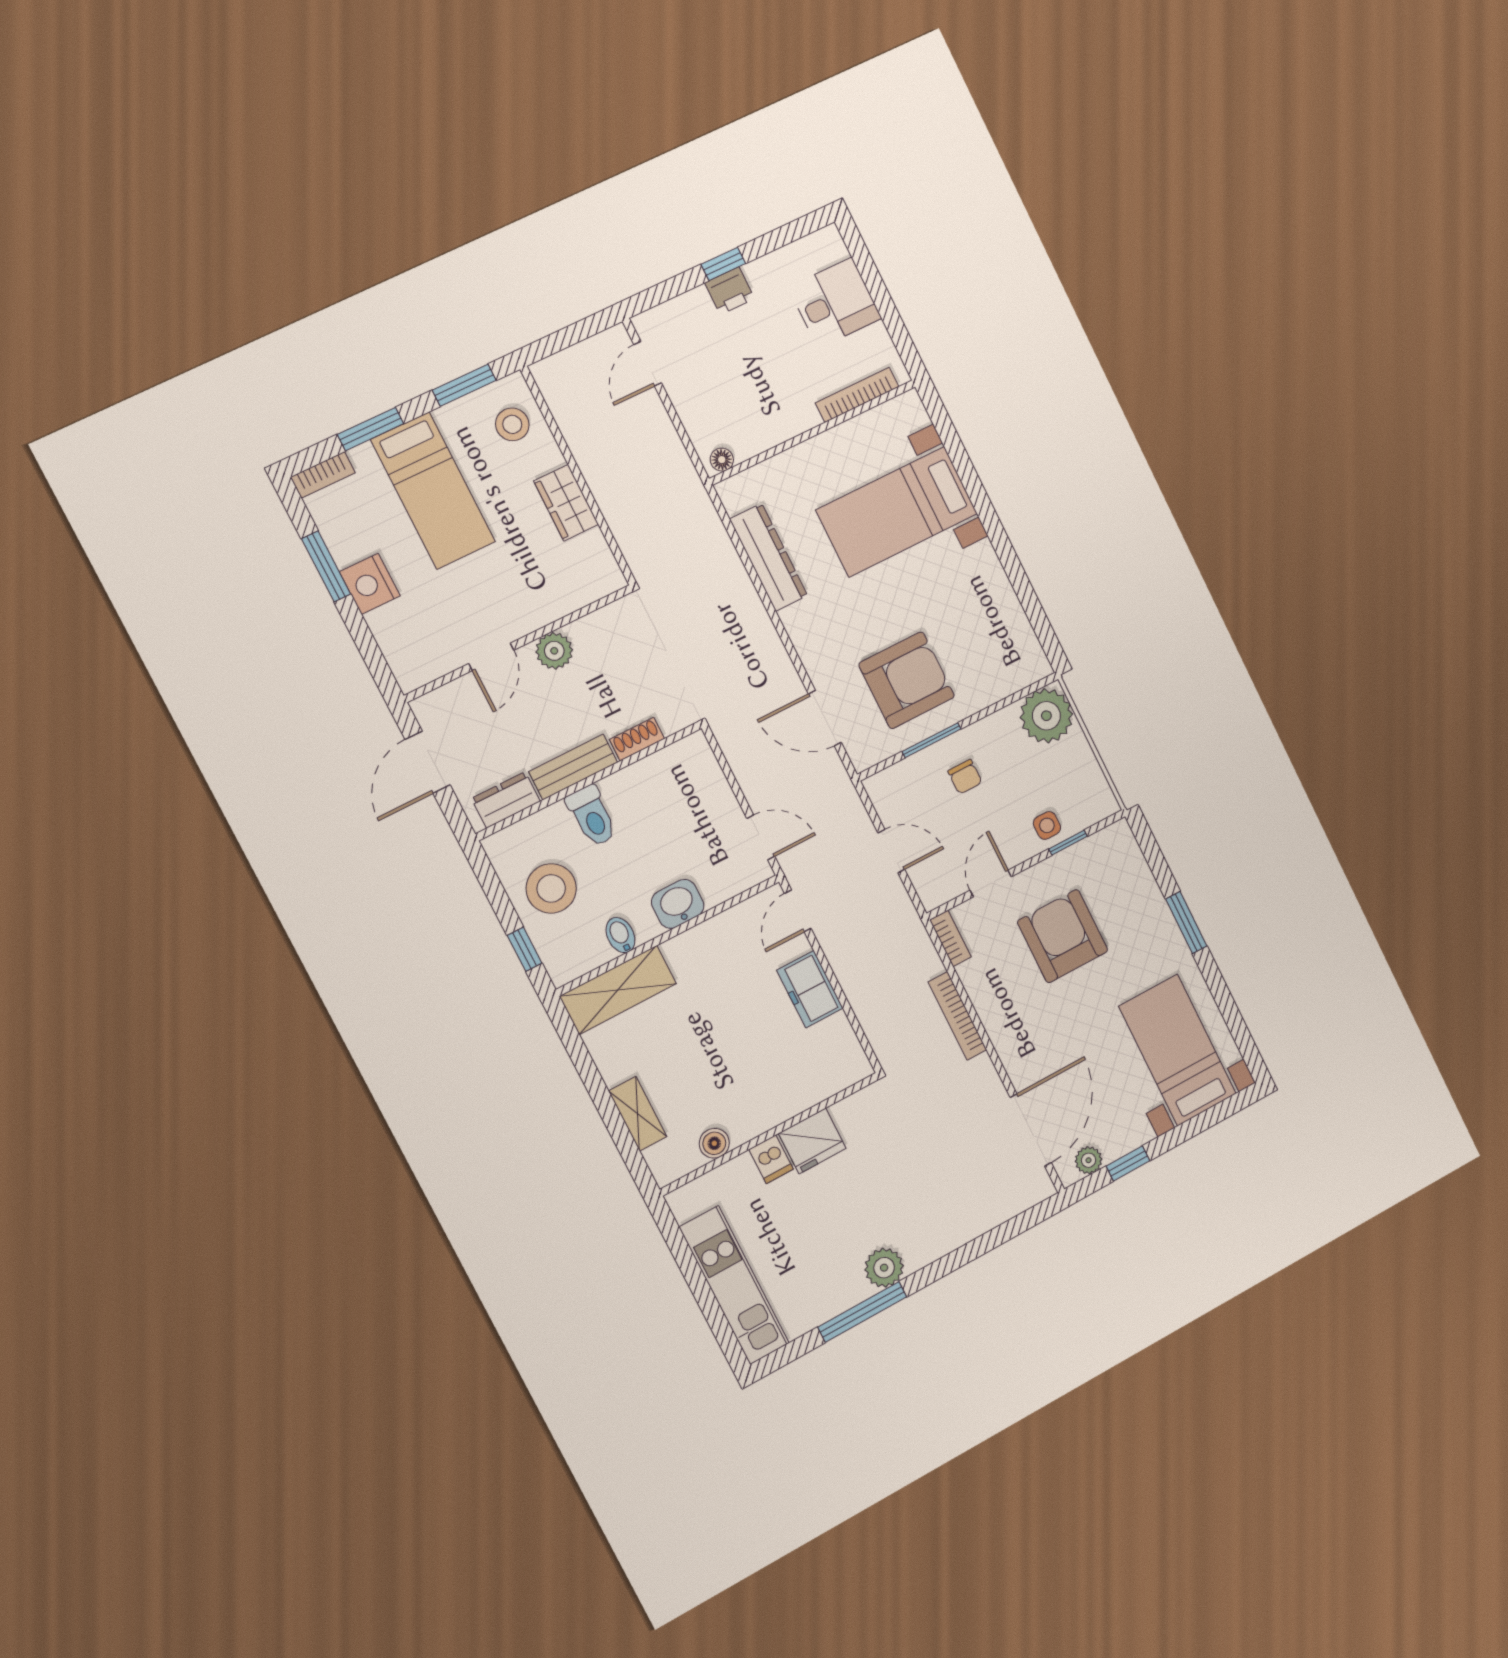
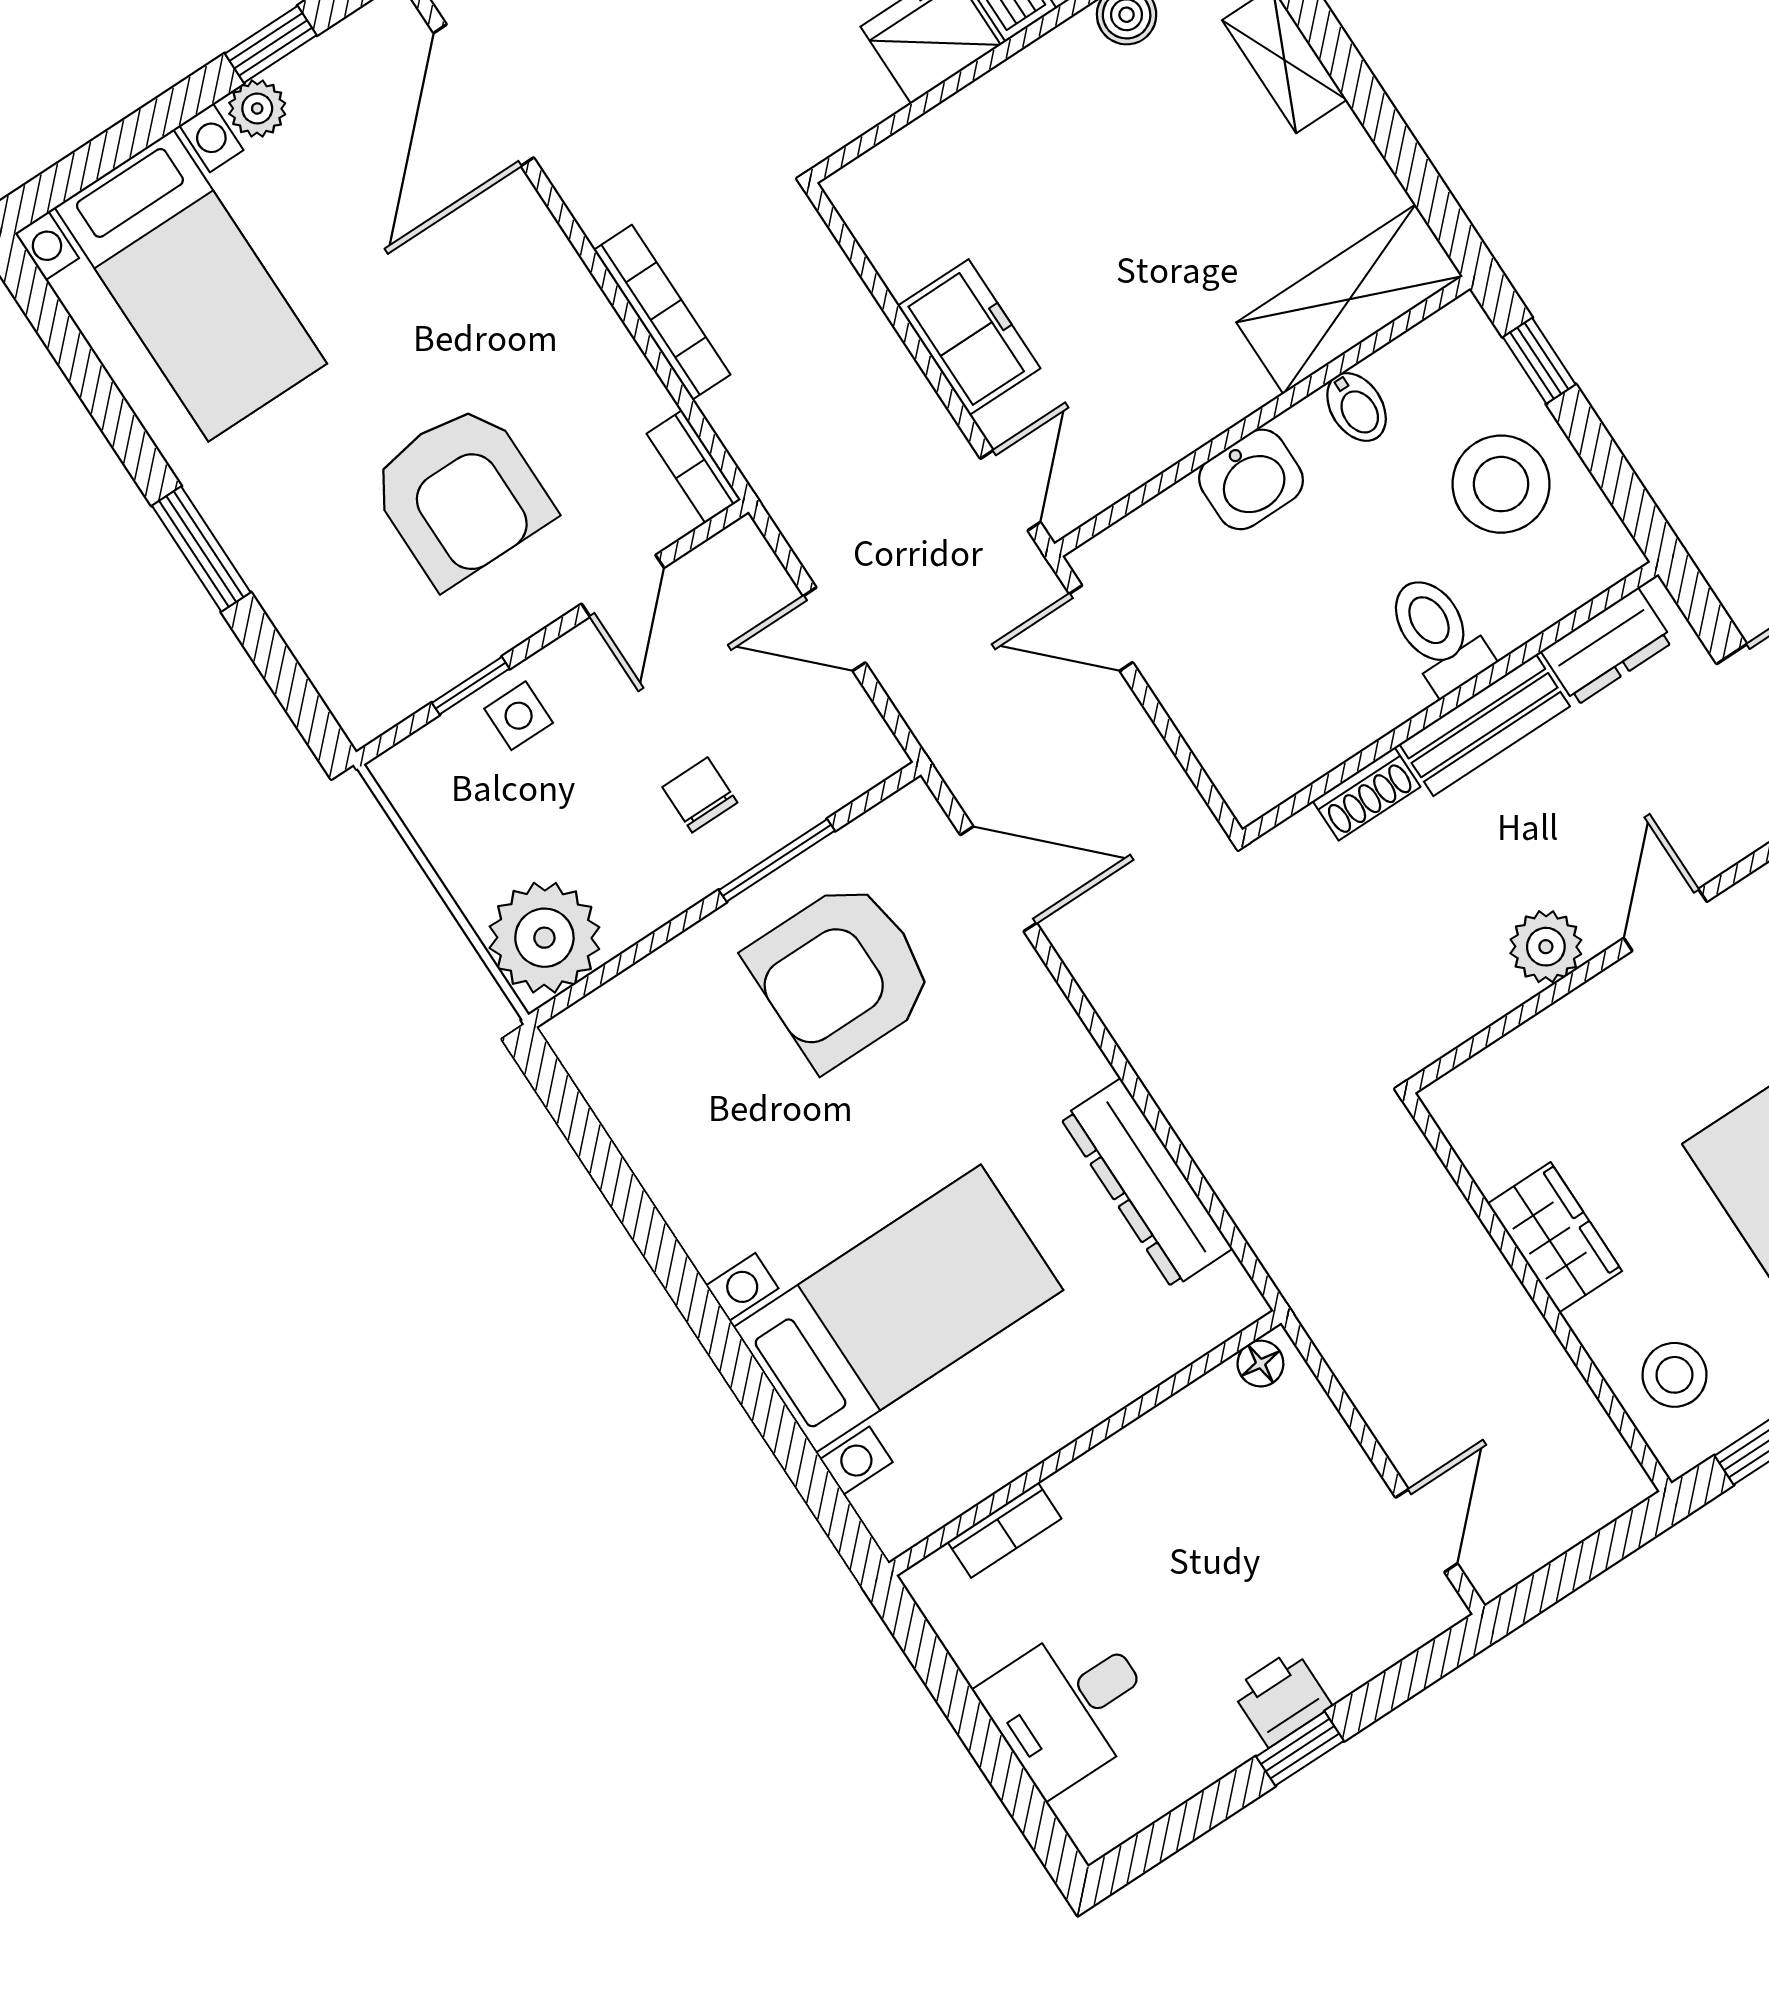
bookcase: (857, 395) -> (1005, 1530), width x0.64
plant: (1089, 1160) -> (257, 108), moved

